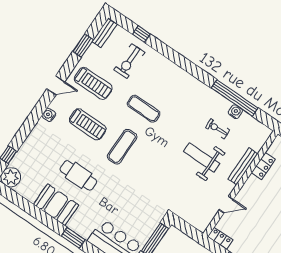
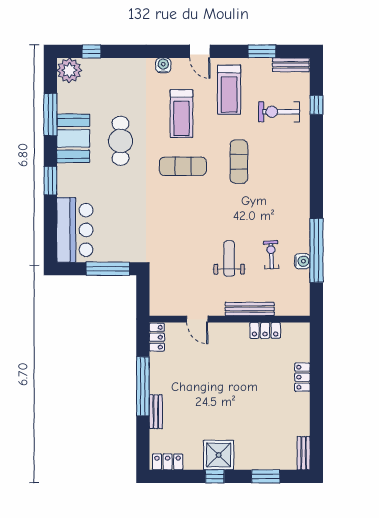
weight bench: (202, 157) -> (229, 259), width x0.73, depth x0.75
window: (31, 209) -> (50, 115), added

